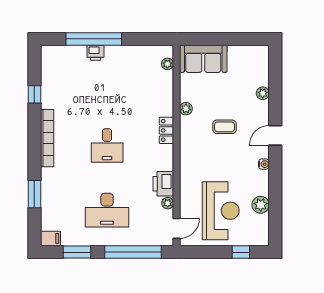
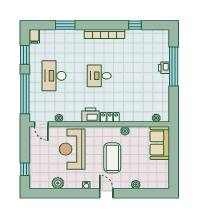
coffee table: (225, 127) -> (112, 158), width x1.86, depth x1.72
printer: (163, 184) -> (91, 115), moved
reception desk: (221, 211) -> (72, 149), moved, turned 90

